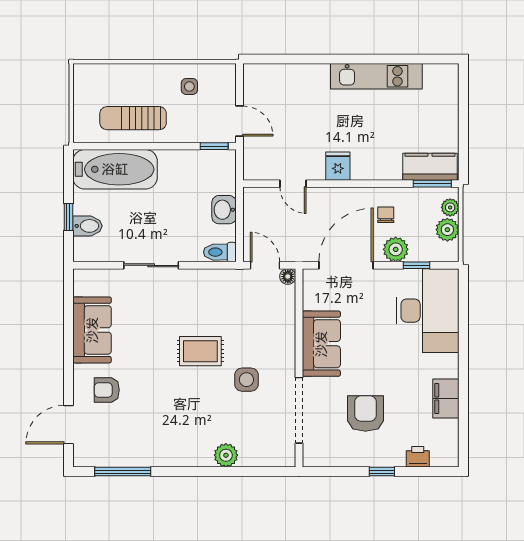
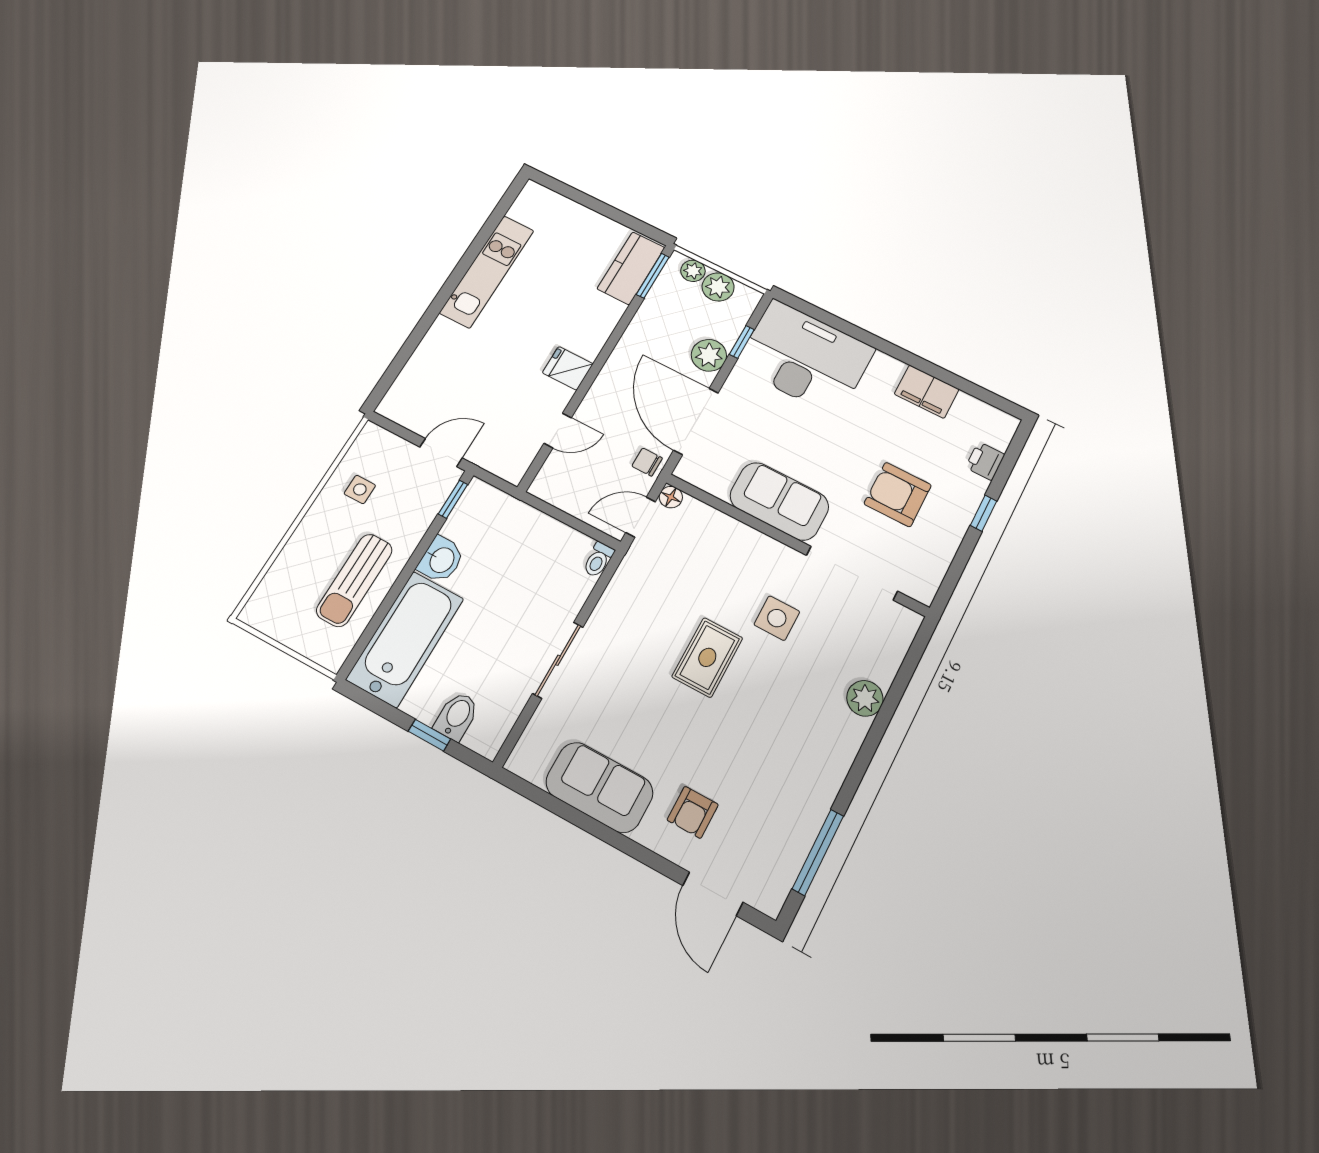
washbasin: (224, 210) -> (441, 560), moved, turned -90
chair: (386, 215) -> (647, 462), moved
toilet: (220, 252) -> (598, 560), width x0.73, depth x0.72

